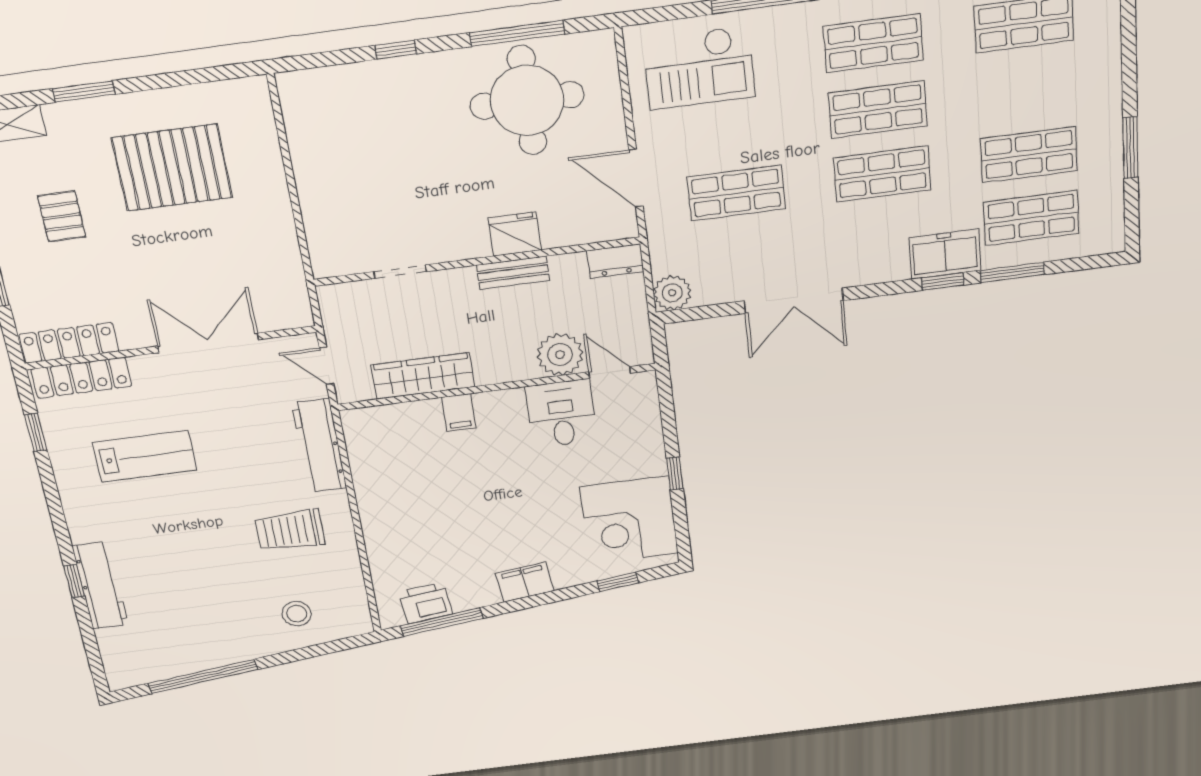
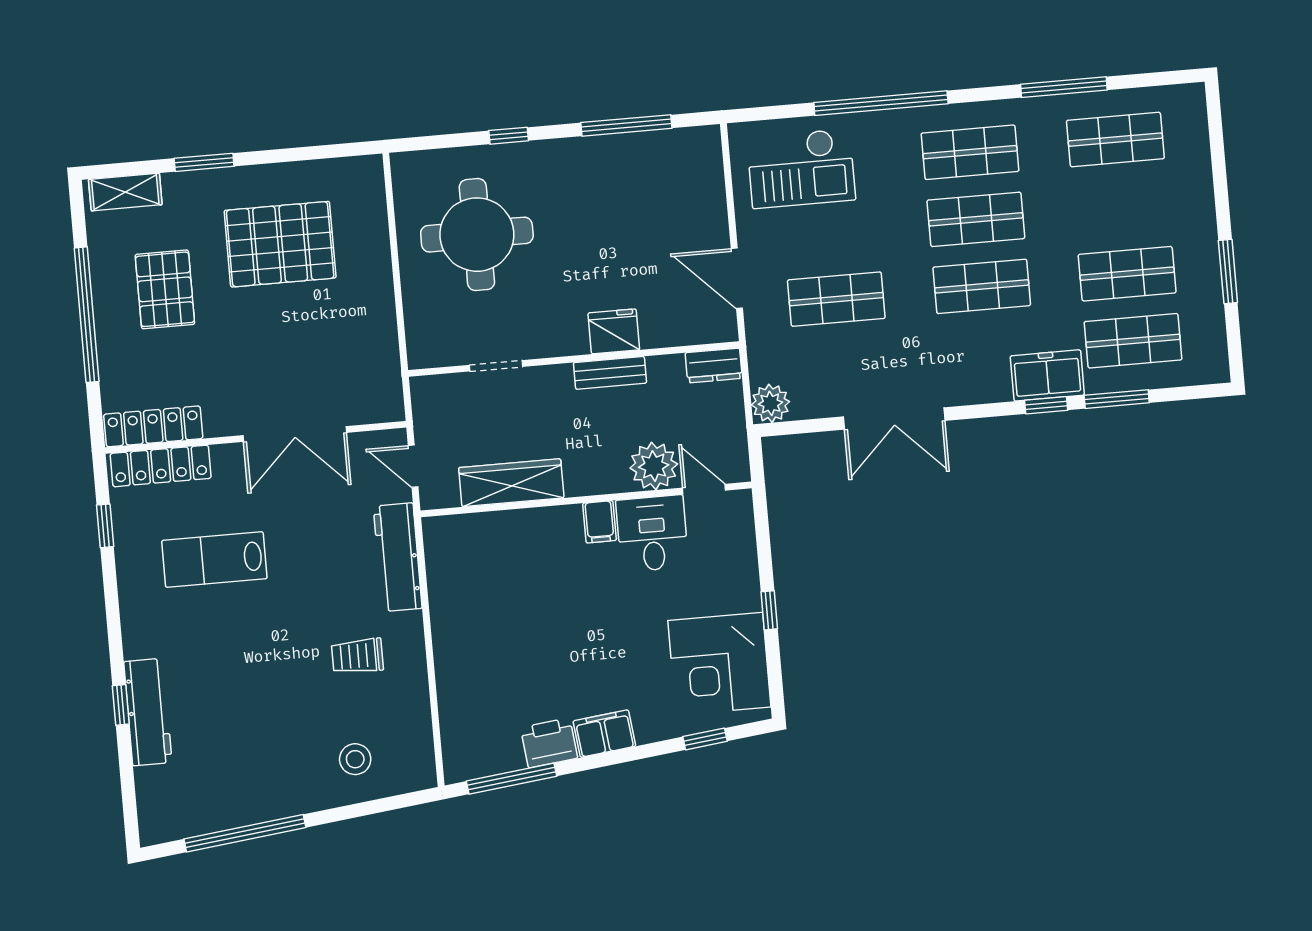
round table: (527, 100) -> (477, 235), moved
pallet: (62, 216) -> (165, 289), width x1.50, depth x1.42
double door: (208, 343) -> (295, 434), swing flipped
filing cabinet: (459, 413) -> (599, 522), moved
lab bench: (145, 456) -> (214, 560), turned 180
trolley: (290, 530) -> (357, 656), width x0.73, depth x0.72
printer: (426, 603) -> (549, 743), moved

